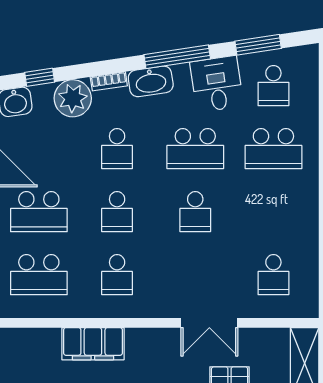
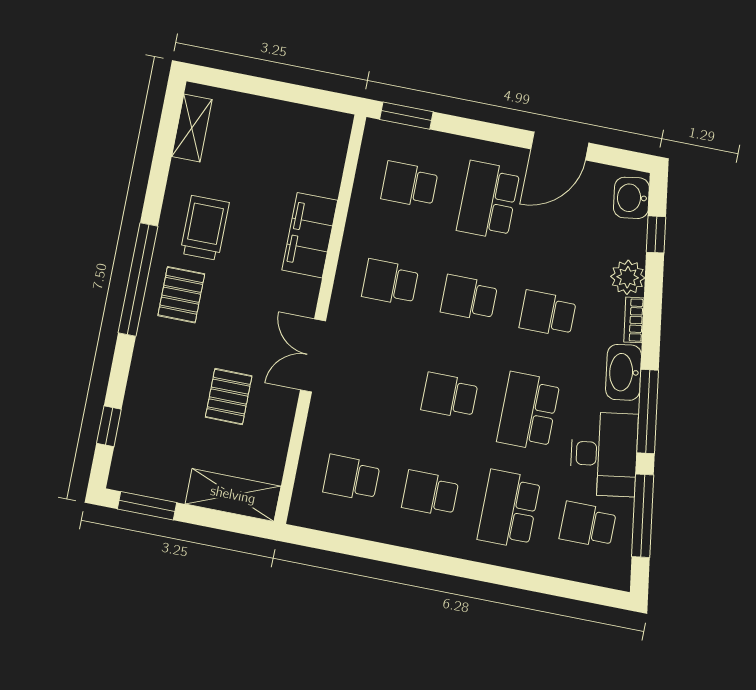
window: (258, 45) -> (643, 516), width x1.44
desk: (217, 84) -> (604, 454), width x1.37
plant: (73, 98) -> (628, 277), width x0.73, depth x0.73
school desk: (273, 212) -> (430, 493), added
school desk: (39, 275) -> (410, 185), width x0.54
double door: (209, 323) -> (313, 356), moved

